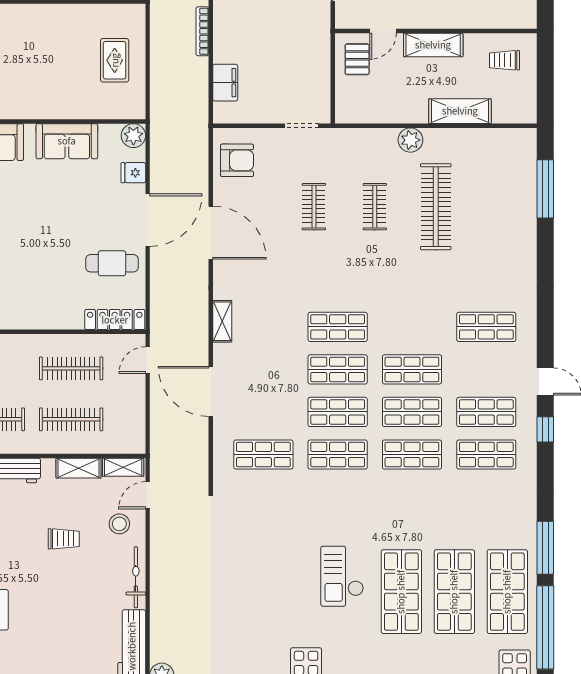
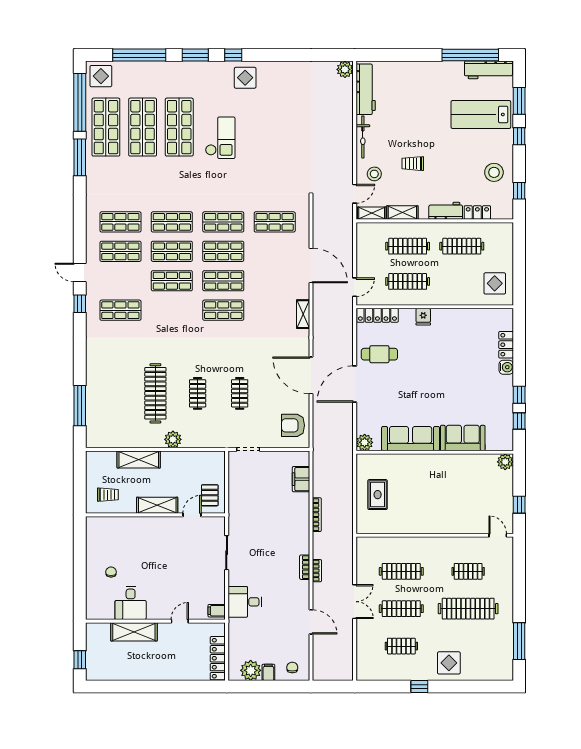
sofa: (67, 141) -> (411, 439), width x1.36
fridge: (133, 173) -> (423, 317), moved, turned 90
window: (545, 429) -> (80, 304), moved

